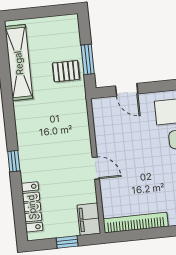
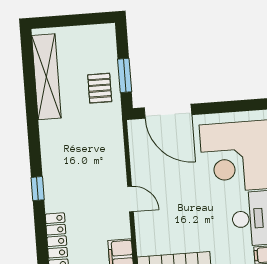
pallet: (66, 71) -> (100, 88), turned 90
door: (127, 90) -> (168, 111), width x1.87

